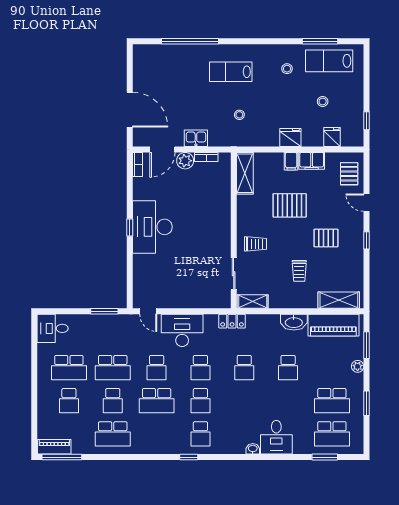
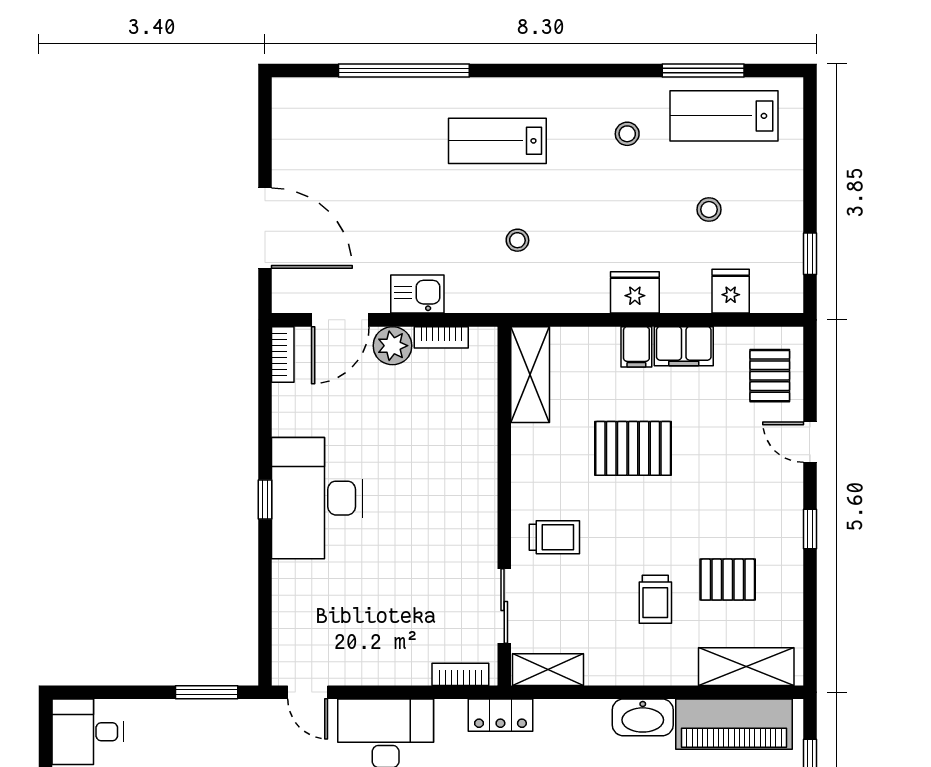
pallet: (326, 238) -> (728, 580), moved
bookcase: (215, 303) -> (460, 674), added

